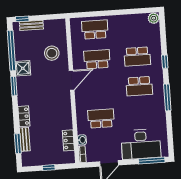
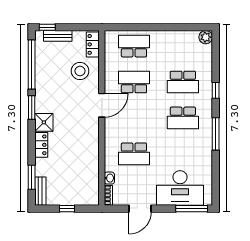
shower: (23, 68) -> (44, 122), moved
school desk: (101, 119) -> (134, 154), turned 180
bench: (25, 139) -> (40, 191), moved
locker: (68, 140) -> (93, 44), moved

